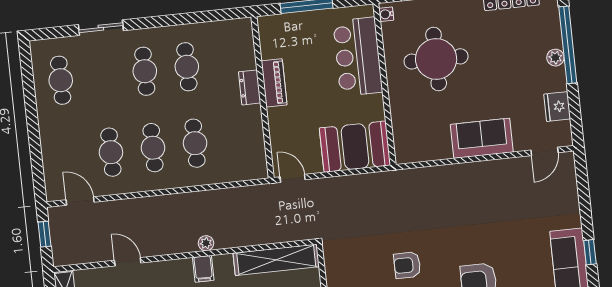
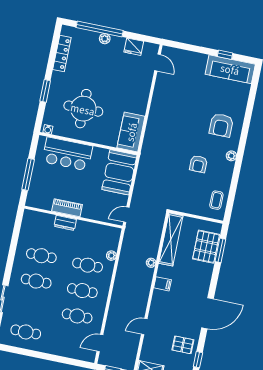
sofa: (482, 138) -> (131, 132), moved
plant: (222, 175) -> (111, 256), added
plant: (206, 243) -> (151, 263), moved

